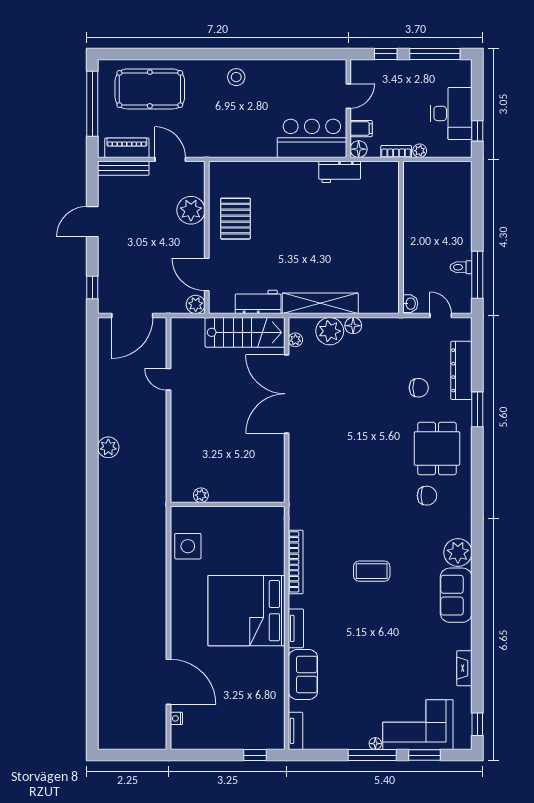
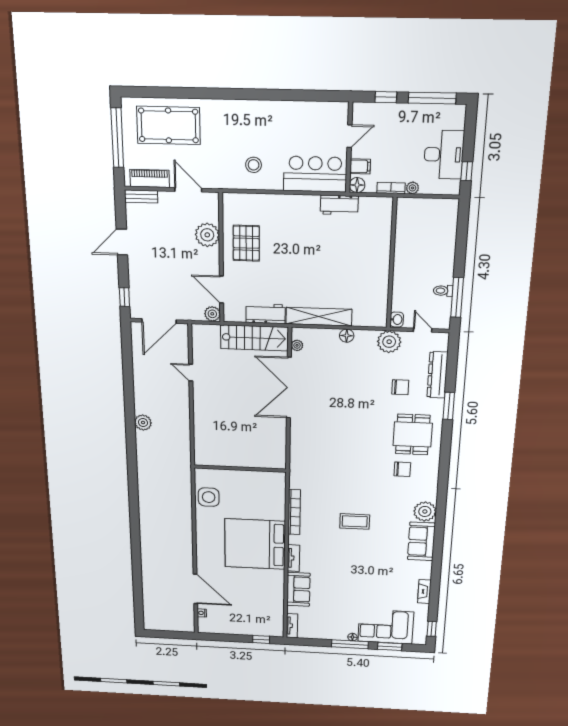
stool: (236, 77) -> (254, 165), moved
bench: (123, 168) -> (141, 196), width x0.73
plant: (330, 331) -> (389, 342), moved
plant: (201, 495) -> (219, 461), removed

